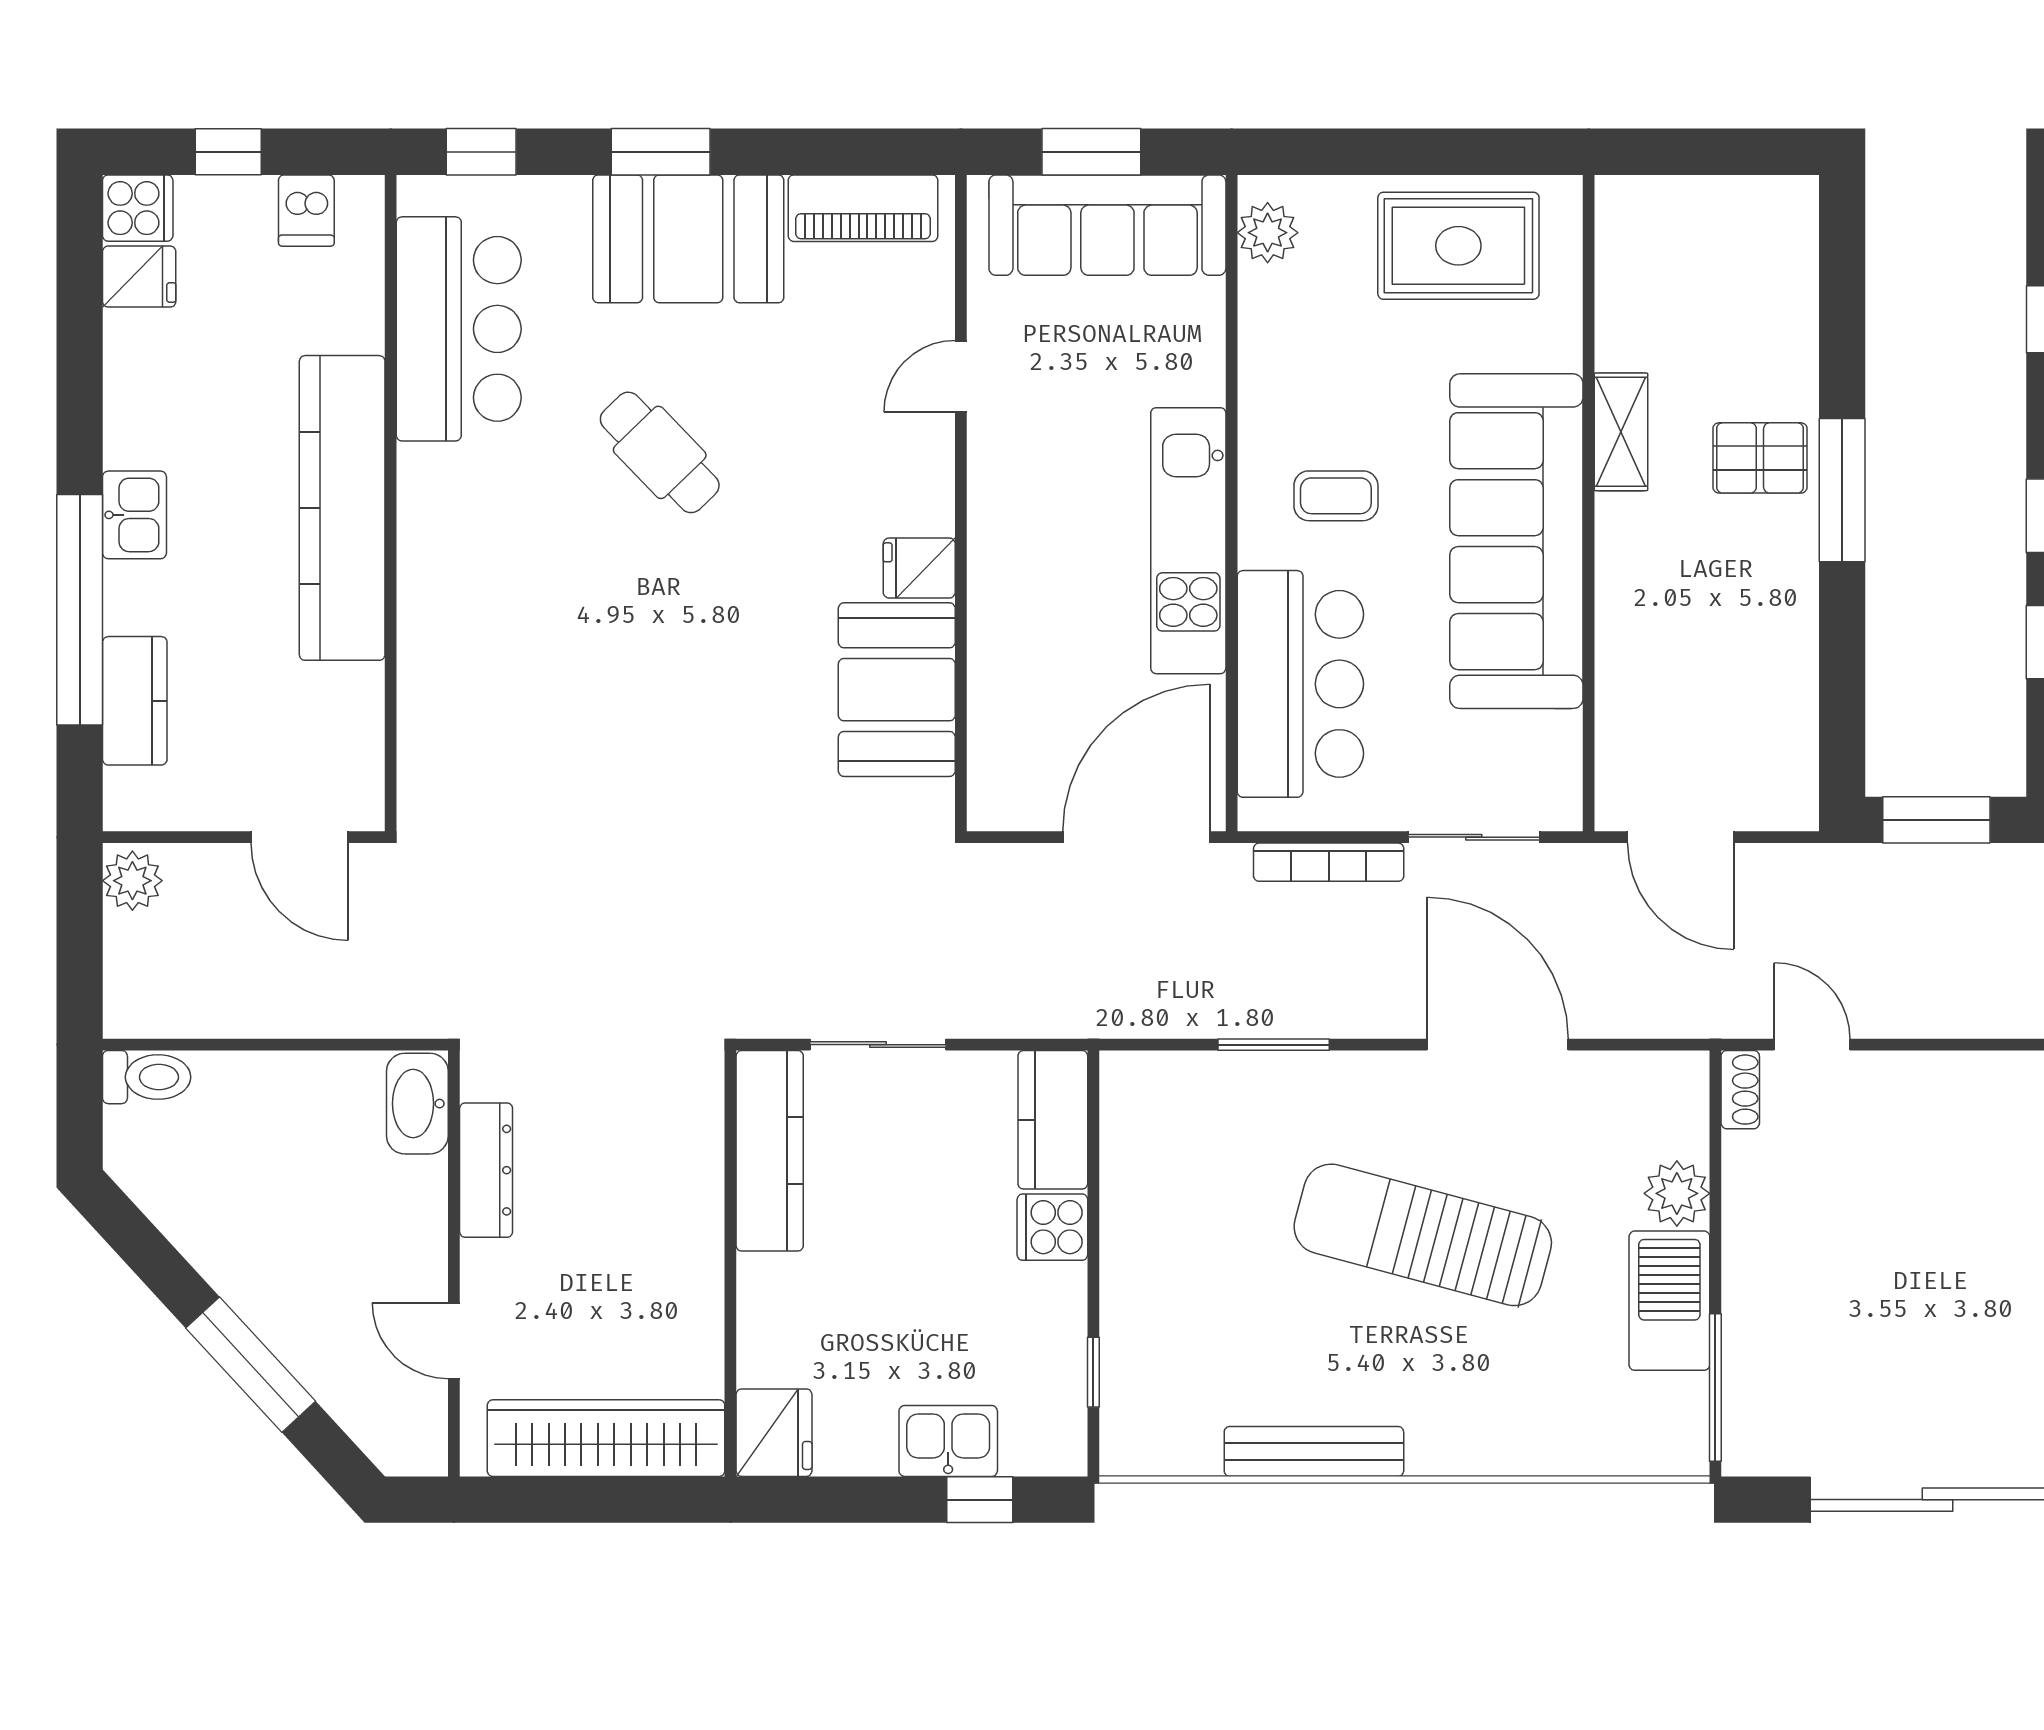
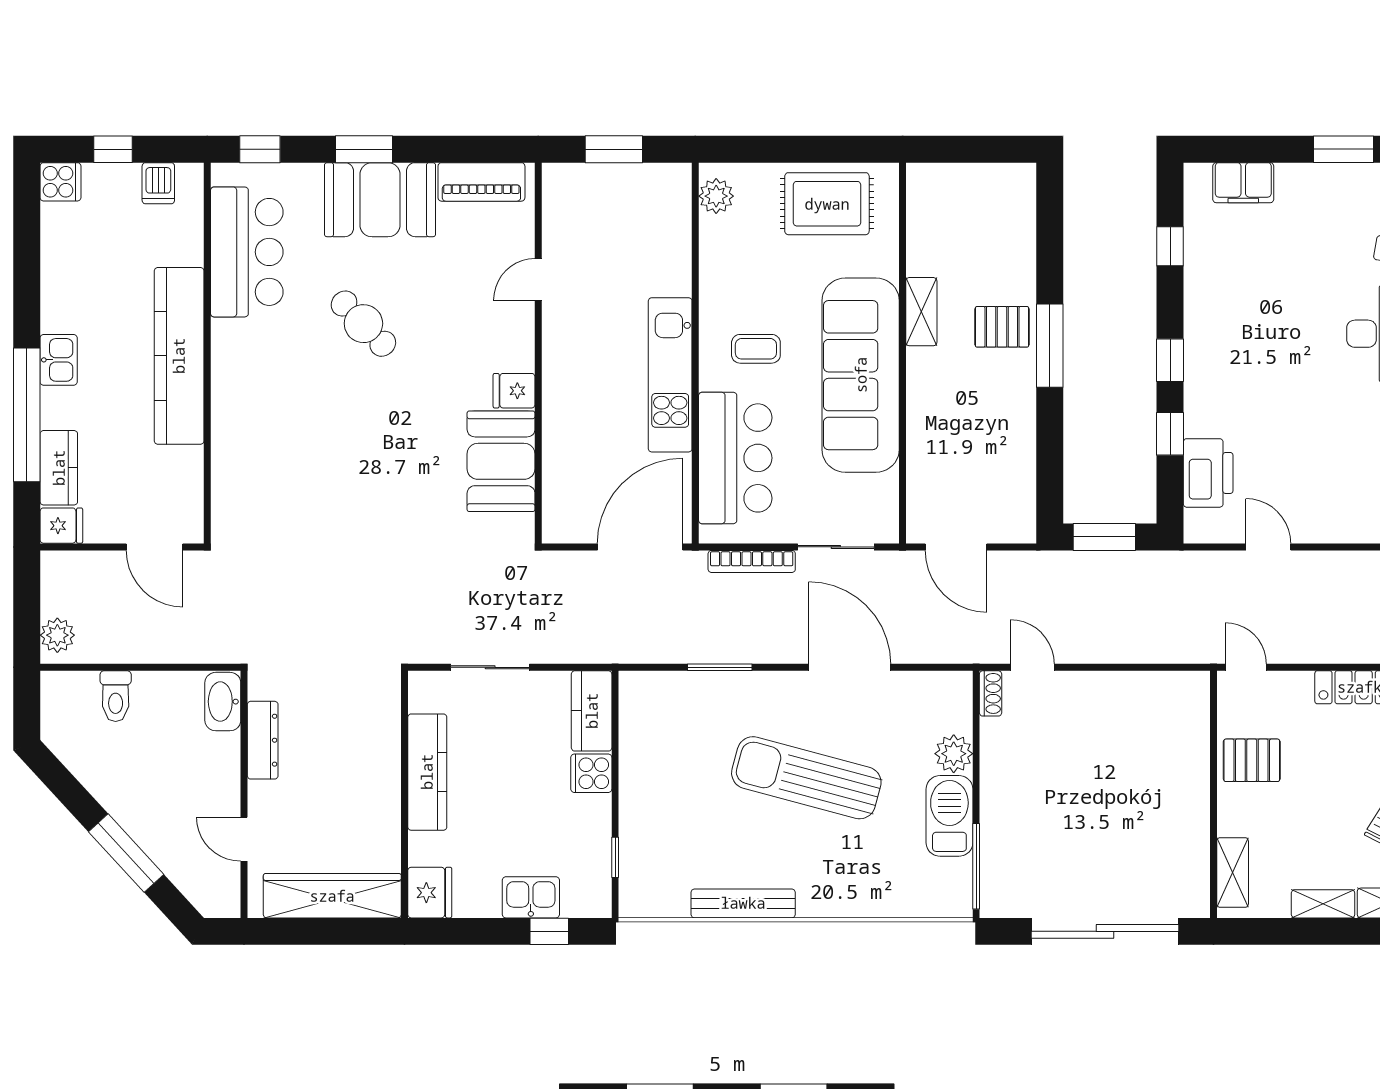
sofa: (1107, 225) -> (623, 192), removed
fridge: (139, 277) -> (61, 526), moved
plant: (132, 881) -> (57, 635), moved
toilet: (147, 1077) -> (116, 696), moved, turned 90
kitchen counter: (770, 1151) -> (427, 772), moved

